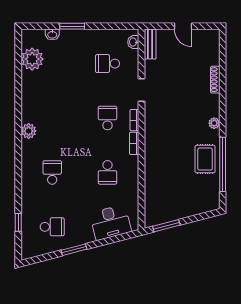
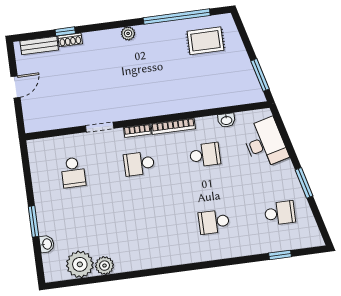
washbasin: (133, 42) -> (226, 120), moved
bench: (150, 44) -> (39, 45), moved
window: (223, 72) -> (65, 31), added
shoe rack: (215, 80) -> (70, 40), width x0.70
plant: (29, 131) -> (105, 266), moved
bookcase: (134, 143) -> (173, 126), width x1.56
rug: (205, 159) -> (205, 41), moved
school desk: (52, 227) -> (280, 213), turned 90

